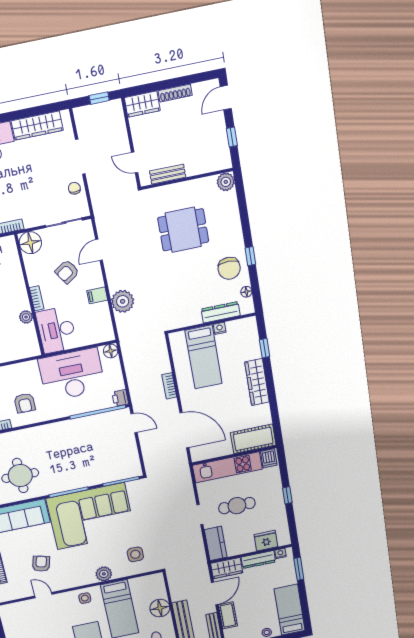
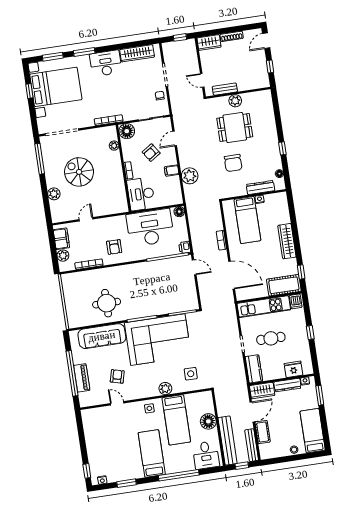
plant: (226, 182) -> (235, 101), moved
chair: (229, 268) -> (233, 163), moved
plant: (26, 317) -> (114, 146), moved
window: (265, 348) -> (301, 272), moved

